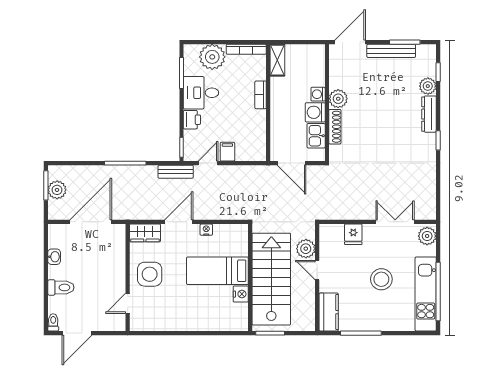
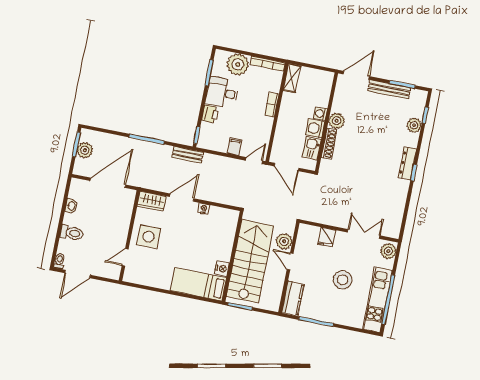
dresser: (429, 114) -> (408, 163), moved
door: (208, 163) -> (254, 161), moved
bed: (217, 271) -> (198, 284), moved

